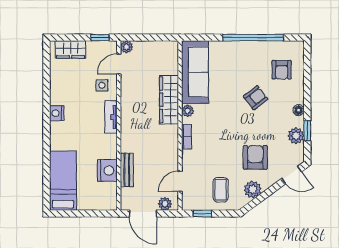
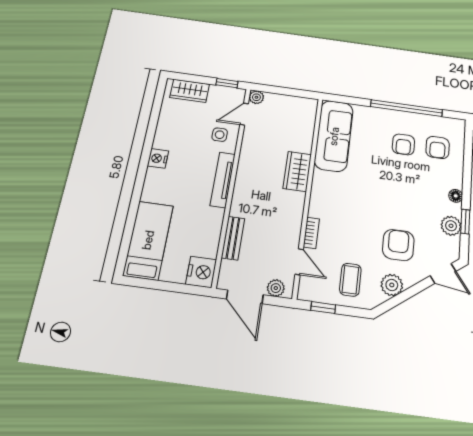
armchair: (256, 98) -> (403, 144), moved, turned 128
wardrobe: (169, 100) -> (297, 171), width x0.67
plant: (188, 111) -> (320, 178), removed
tv unit: (111, 117) -> (223, 180), width x1.41
bookcase: (187, 137) -> (311, 233), moved
nightstand: (107, 170) -> (201, 272), moved
door: (180, 181) -> (299, 262), swing flipped

